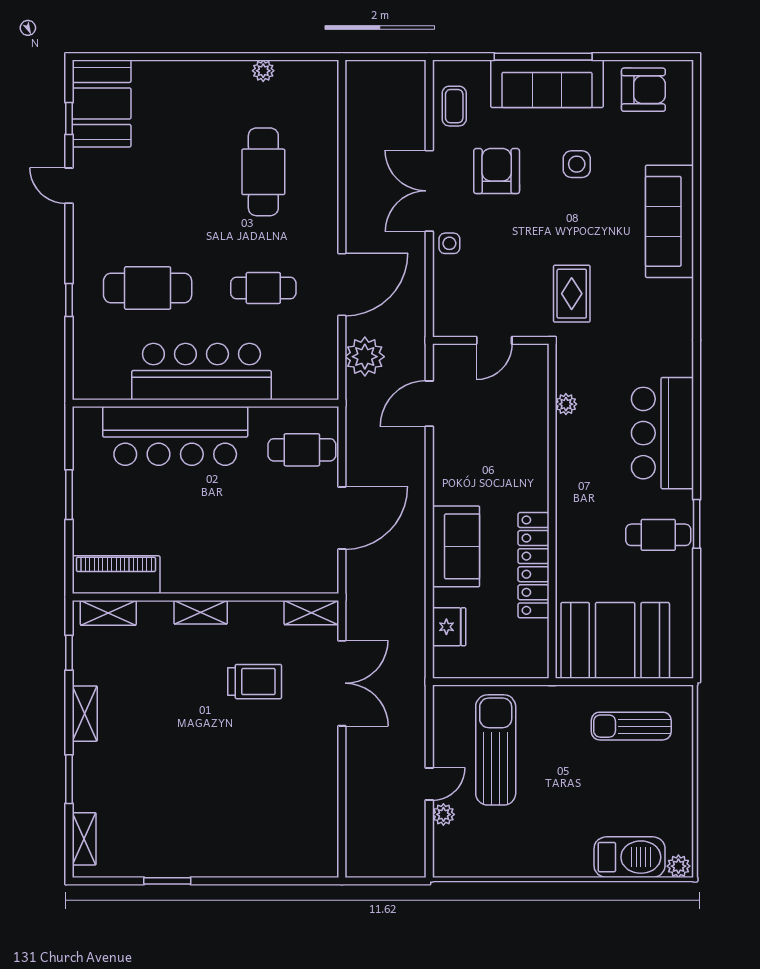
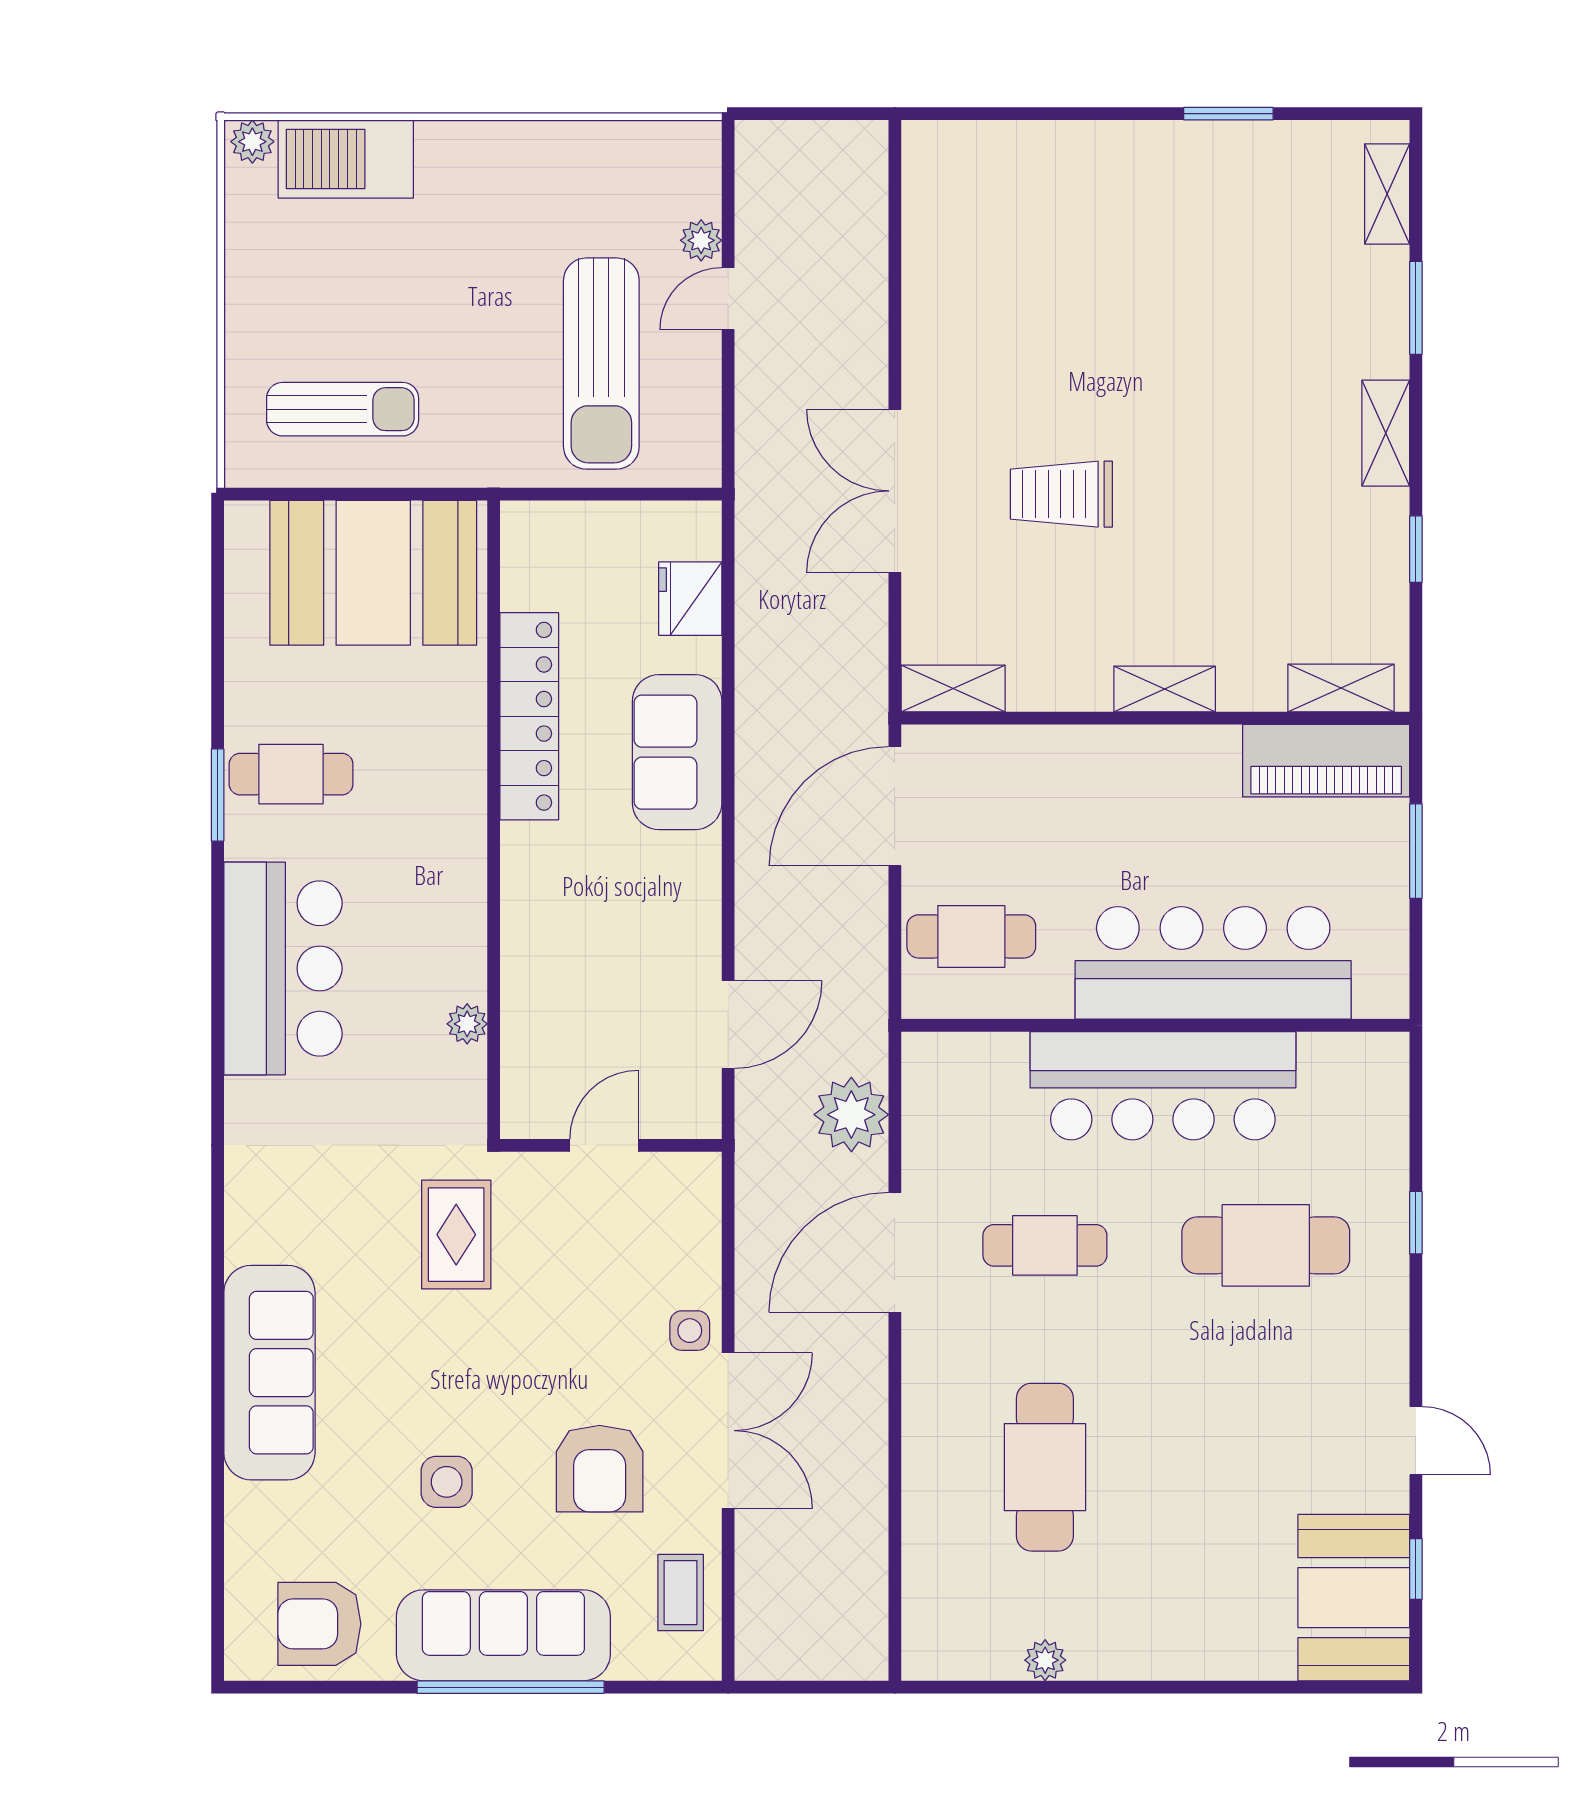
piano: (116, 575) -> (1326, 761), moved
wall: (205, 597) -> (1155, 718), moved
shelving: (201, 612) -> (1165, 689), moved
shelving: (108, 613) -> (1341, 688), moved
shelving: (311, 613) -> (953, 688), moved

